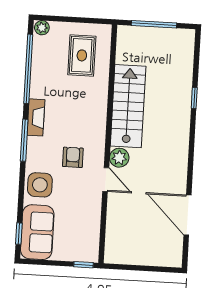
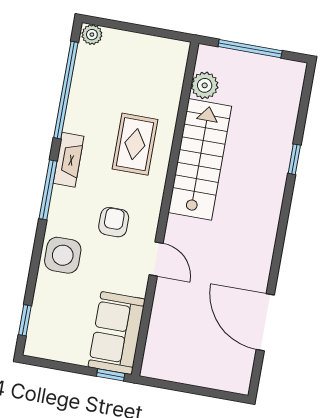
rug: (82, 55) -> (135, 144), moved
plant: (119, 158) -> (205, 85), moved
sofa: (37, 232) -> (117, 333), moved, turned 180

